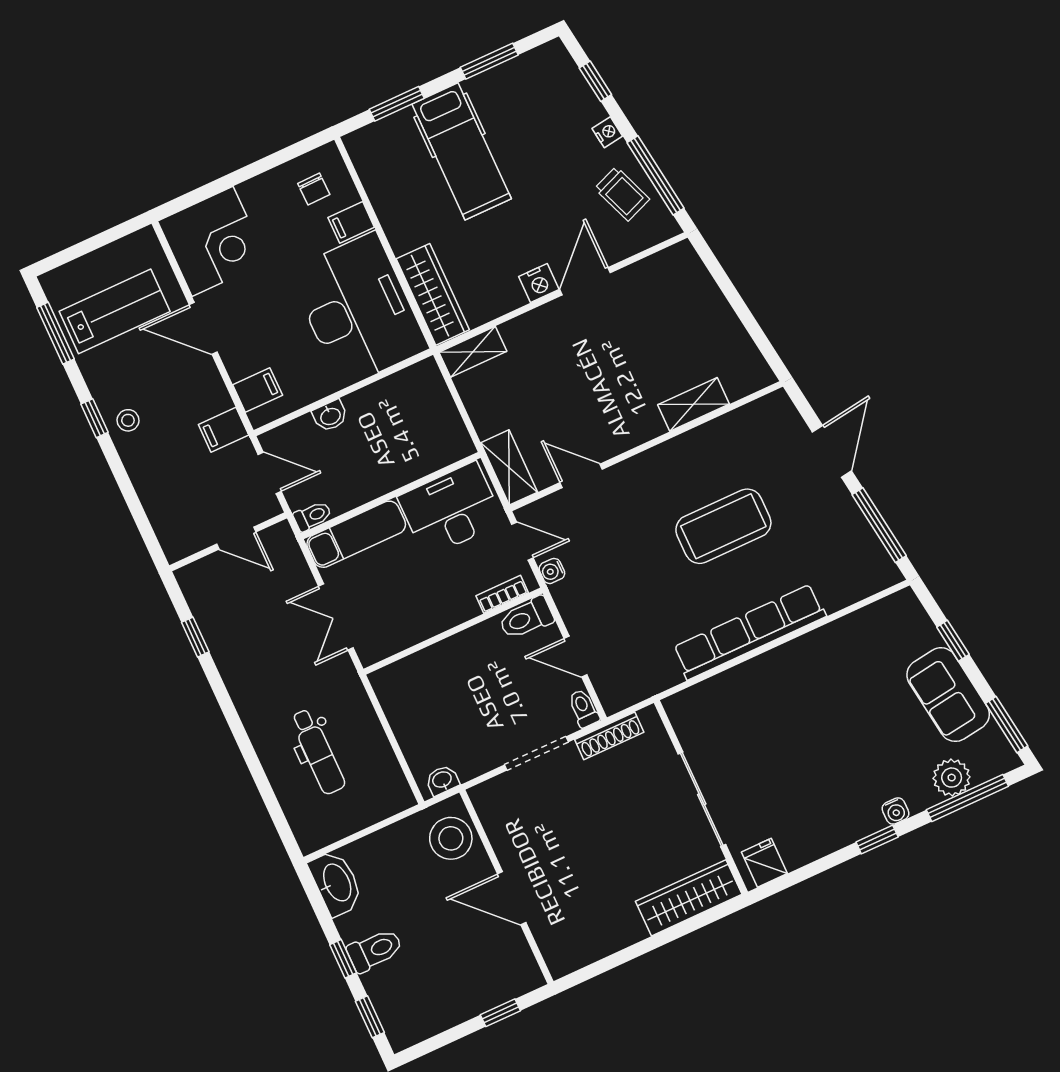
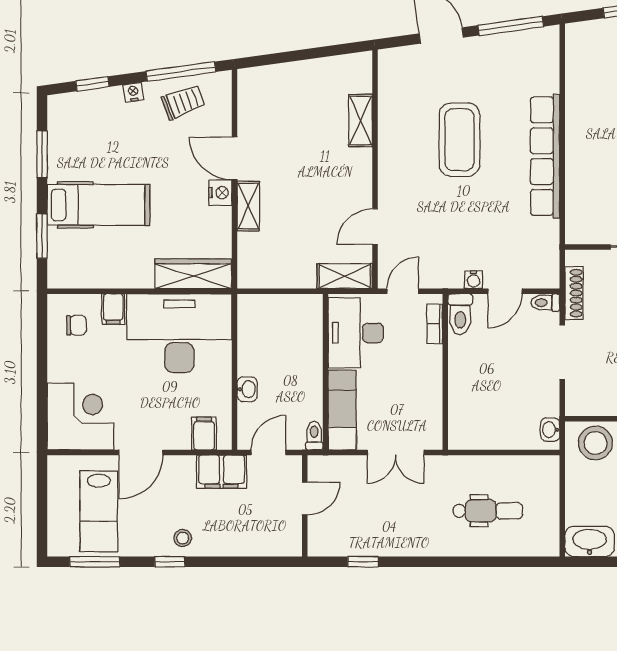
lab bench: (115, 311) -> (99, 511), turned 180
shelving: (473, 352) -> (248, 206), moved
filing cabinet: (224, 430) -> (222, 472), width x2.00
water cooler: (552, 571) -> (474, 280), moved

